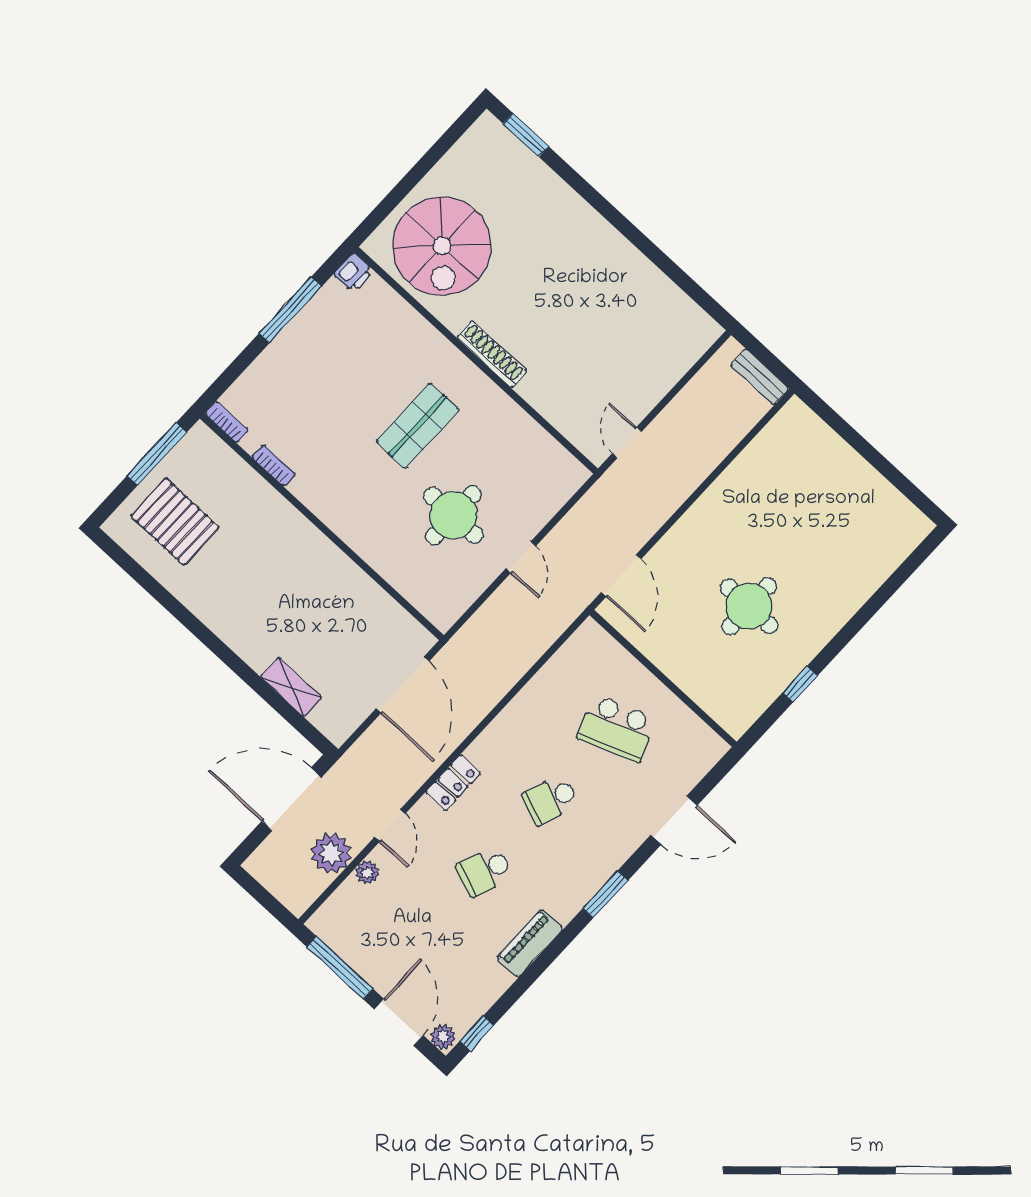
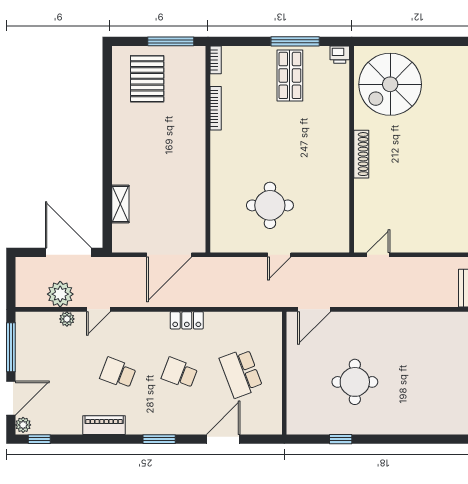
shop shelf: (418, 426) -> (290, 75), moved, turned 90
bookcase: (274, 465) -> (216, 108), width x1.56
locker: (453, 783) -> (187, 320), moved
door: (674, 820) -> (223, 439), swing flipped

